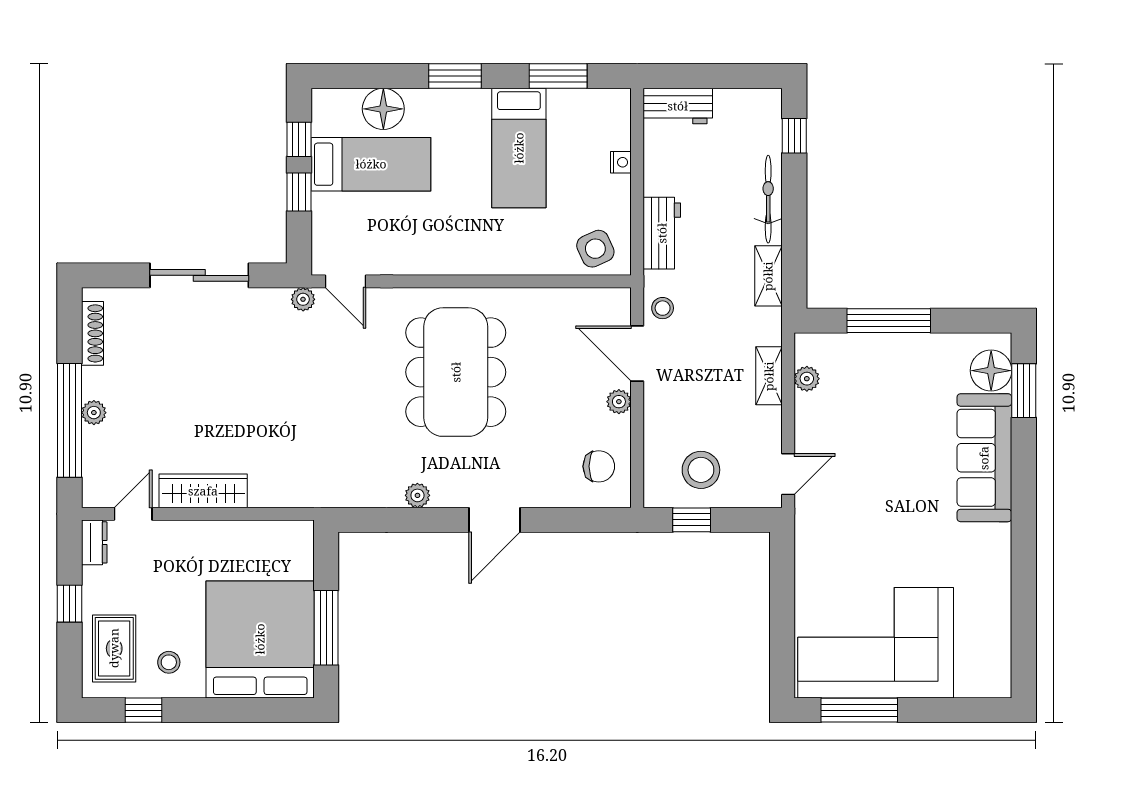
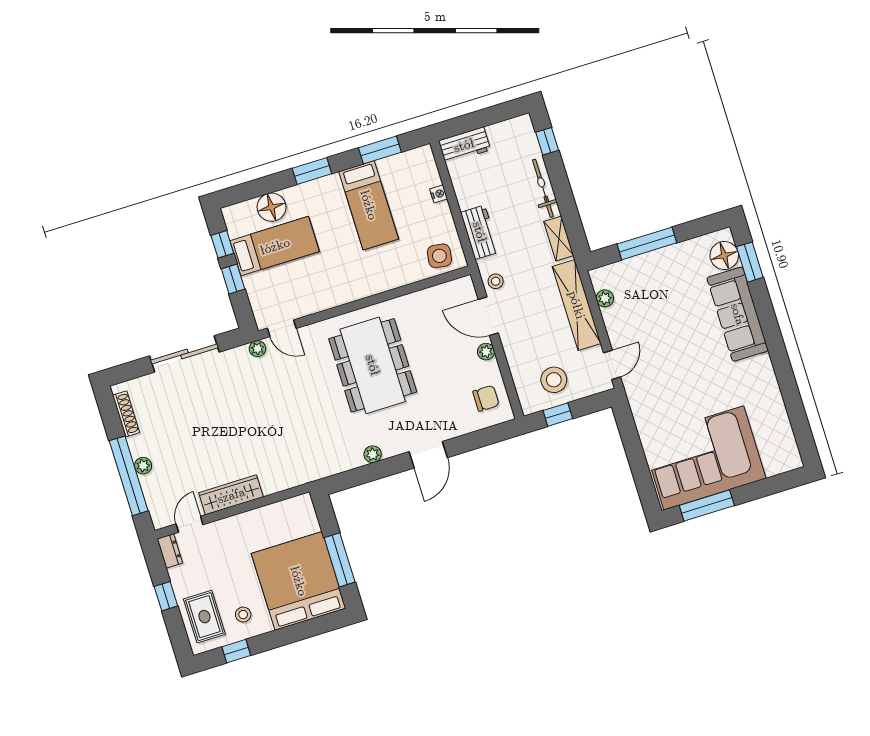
side table: (595, 249) -> (439, 256), turned 32
shelving: (769, 376) -> (577, 305), width x2.20, depth x1.33

